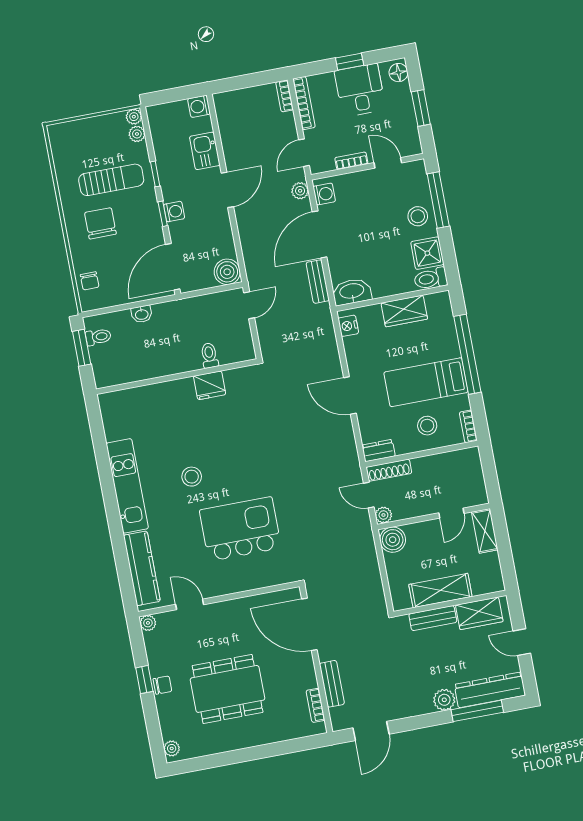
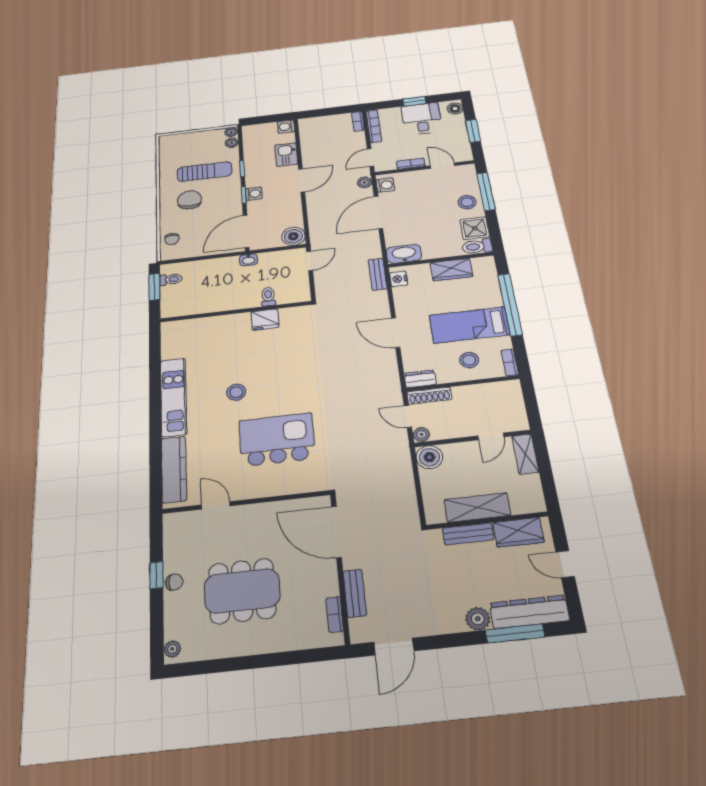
bench: (318, 282) -> (378, 274), moved
washbasin: (142, 314) -> (249, 260), moved
plant: (148, 623) -> (170, 520), removed

